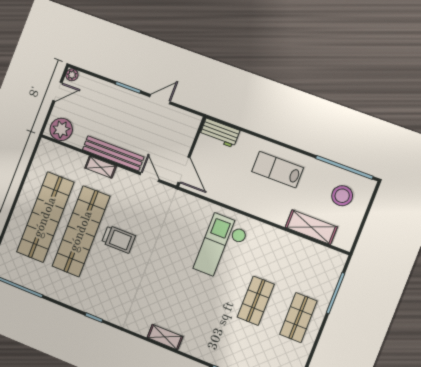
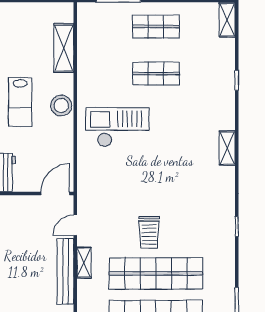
shelving: (101, 167) -> (84, 263), moved
stool: (342, 196) -> (61, 106), moved
trolley: (118, 239) -> (149, 232), turned 180
checkout: (221, 247) -> (117, 127), turned 180

